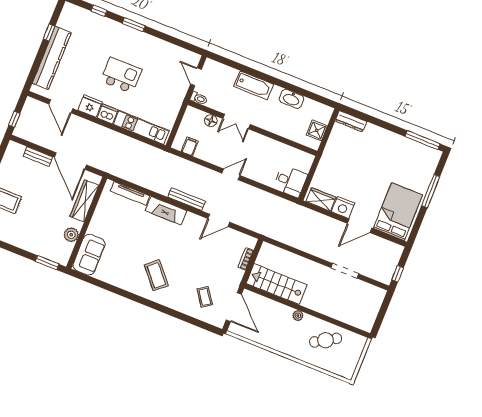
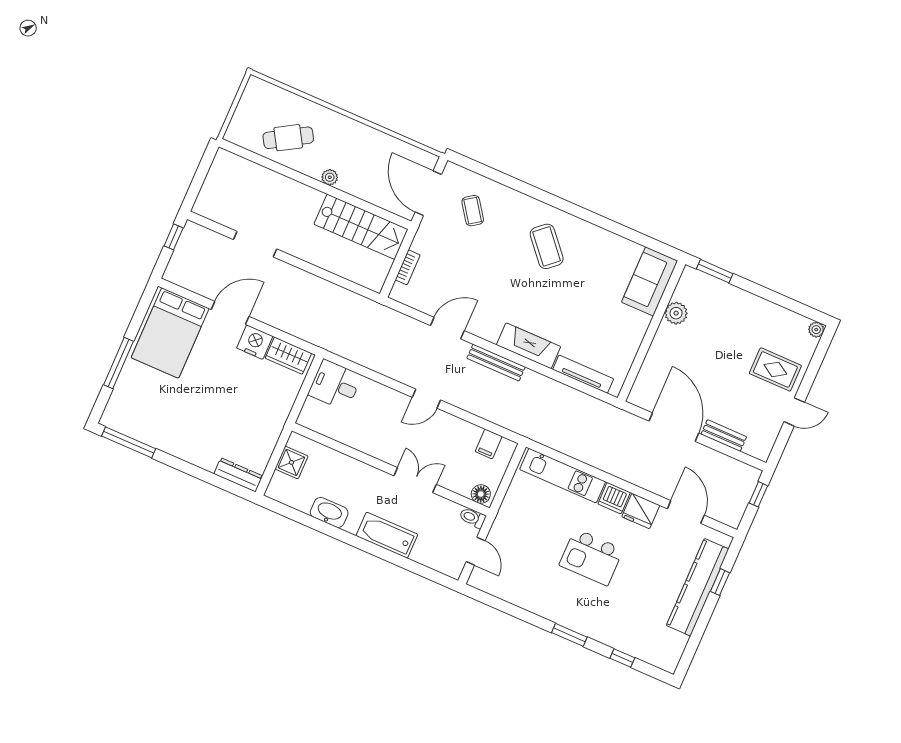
window: (49, 33) -> (720, 582), moved
floor lamp: (211, 121) -> (481, 494), moved
wardrobe: (84, 201) -> (654, 365), removed

